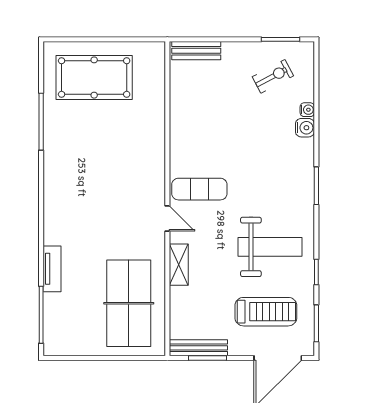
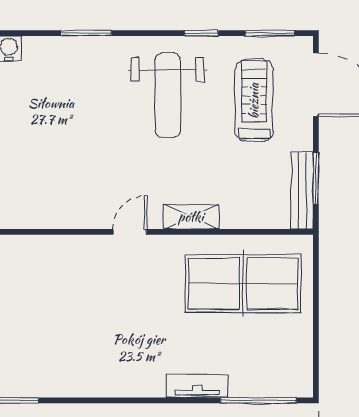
exercise mat: (199, 189) -> (91, 189), removed
weight bench: (270, 247) -> (168, 95), turned 180

